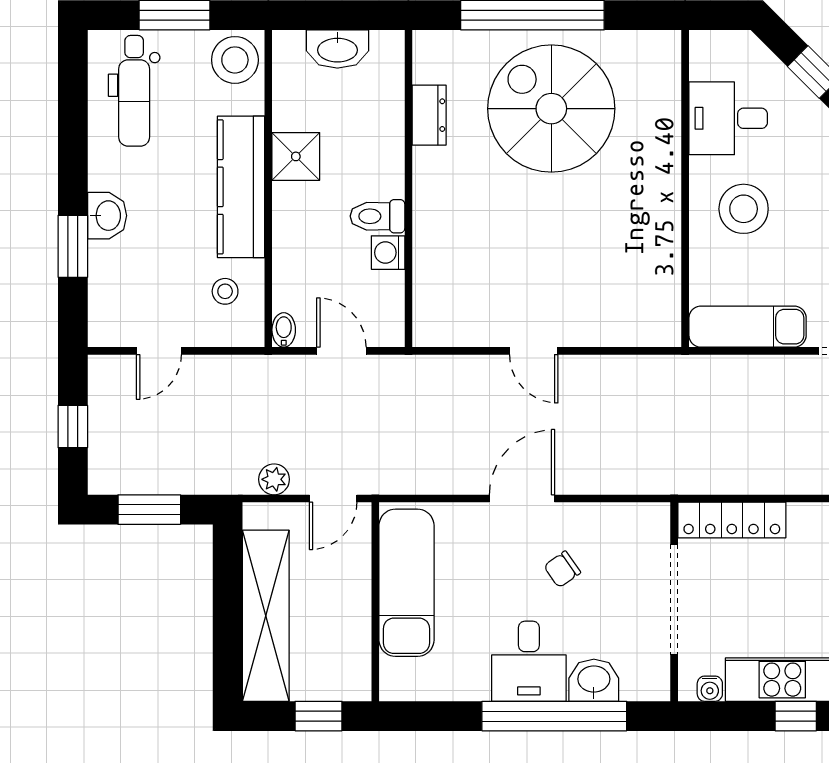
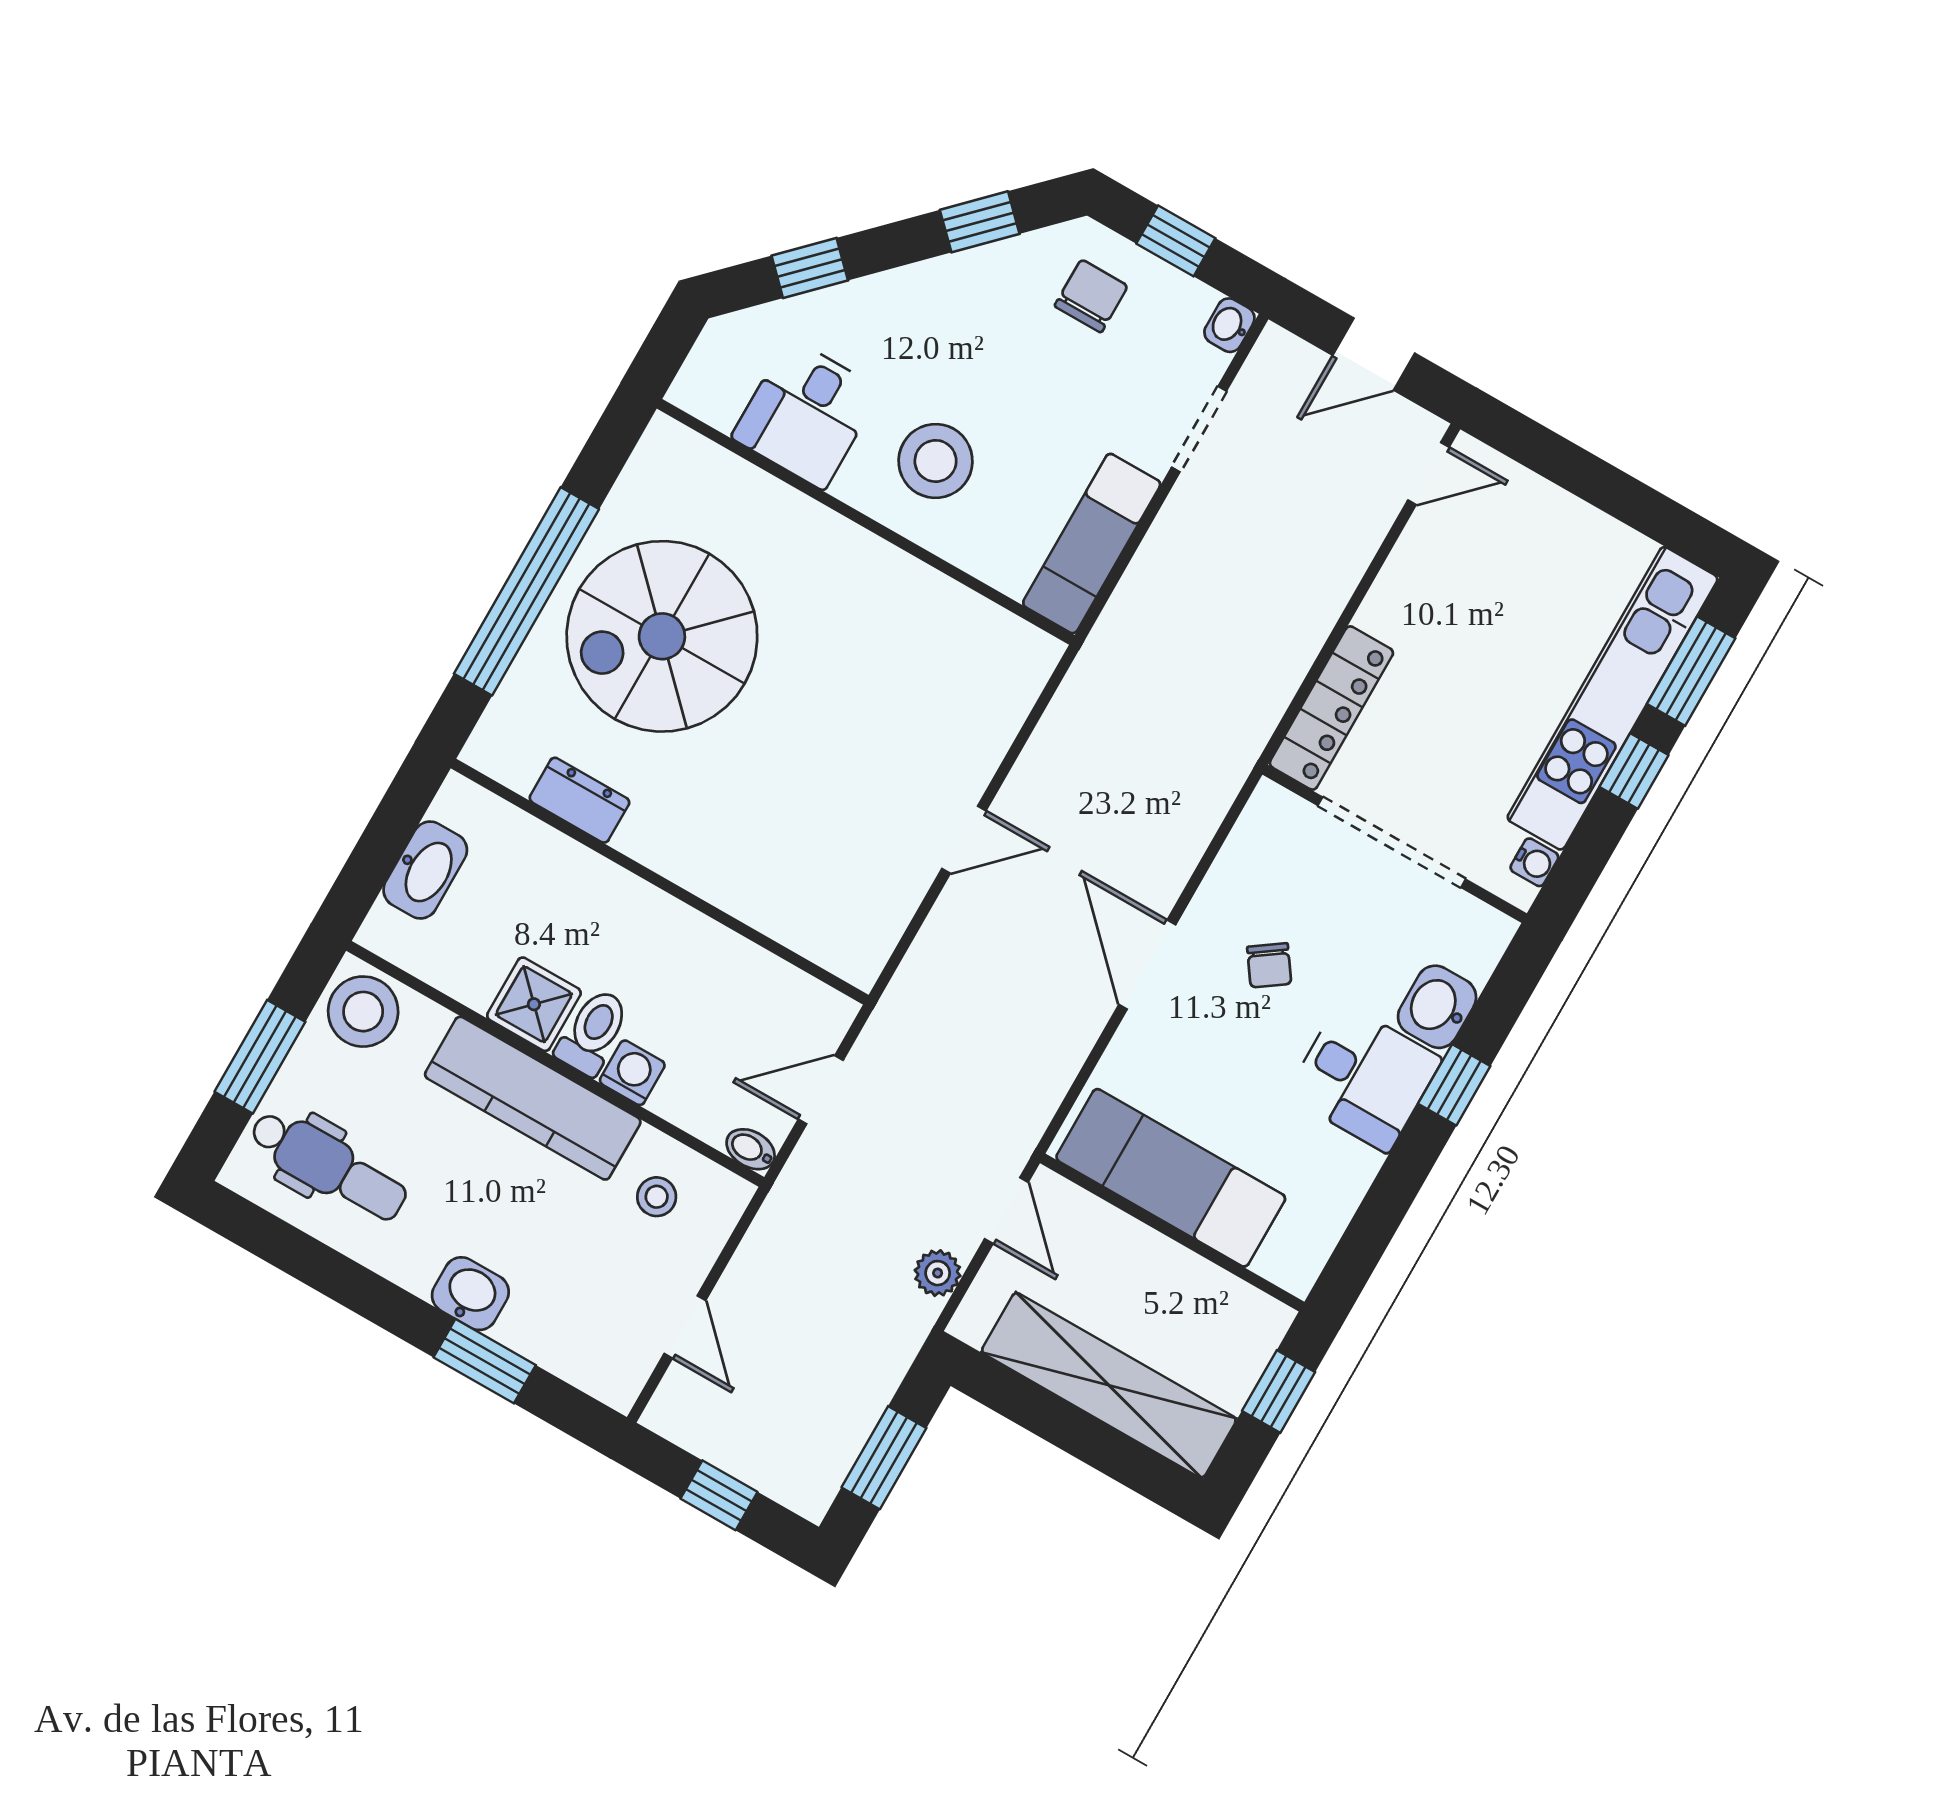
toilet: (377, 216) -> (593, 1032), moved, turned 180
washing machine: (388, 253) -> (632, 1073), moved, turned 180
window: (554, 716) -> (1454, 1085), width x0.32

